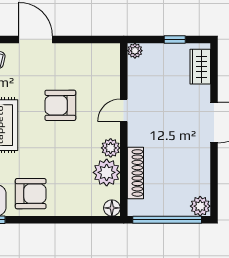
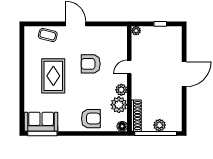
wardrobe: (200, 67) -> (176, 40), removed
shoe rack: (135, 173) -> (136, 116), moved
armchair: (31, 194) -> (91, 119), moved
plant: (200, 206) -> (160, 125), moved

